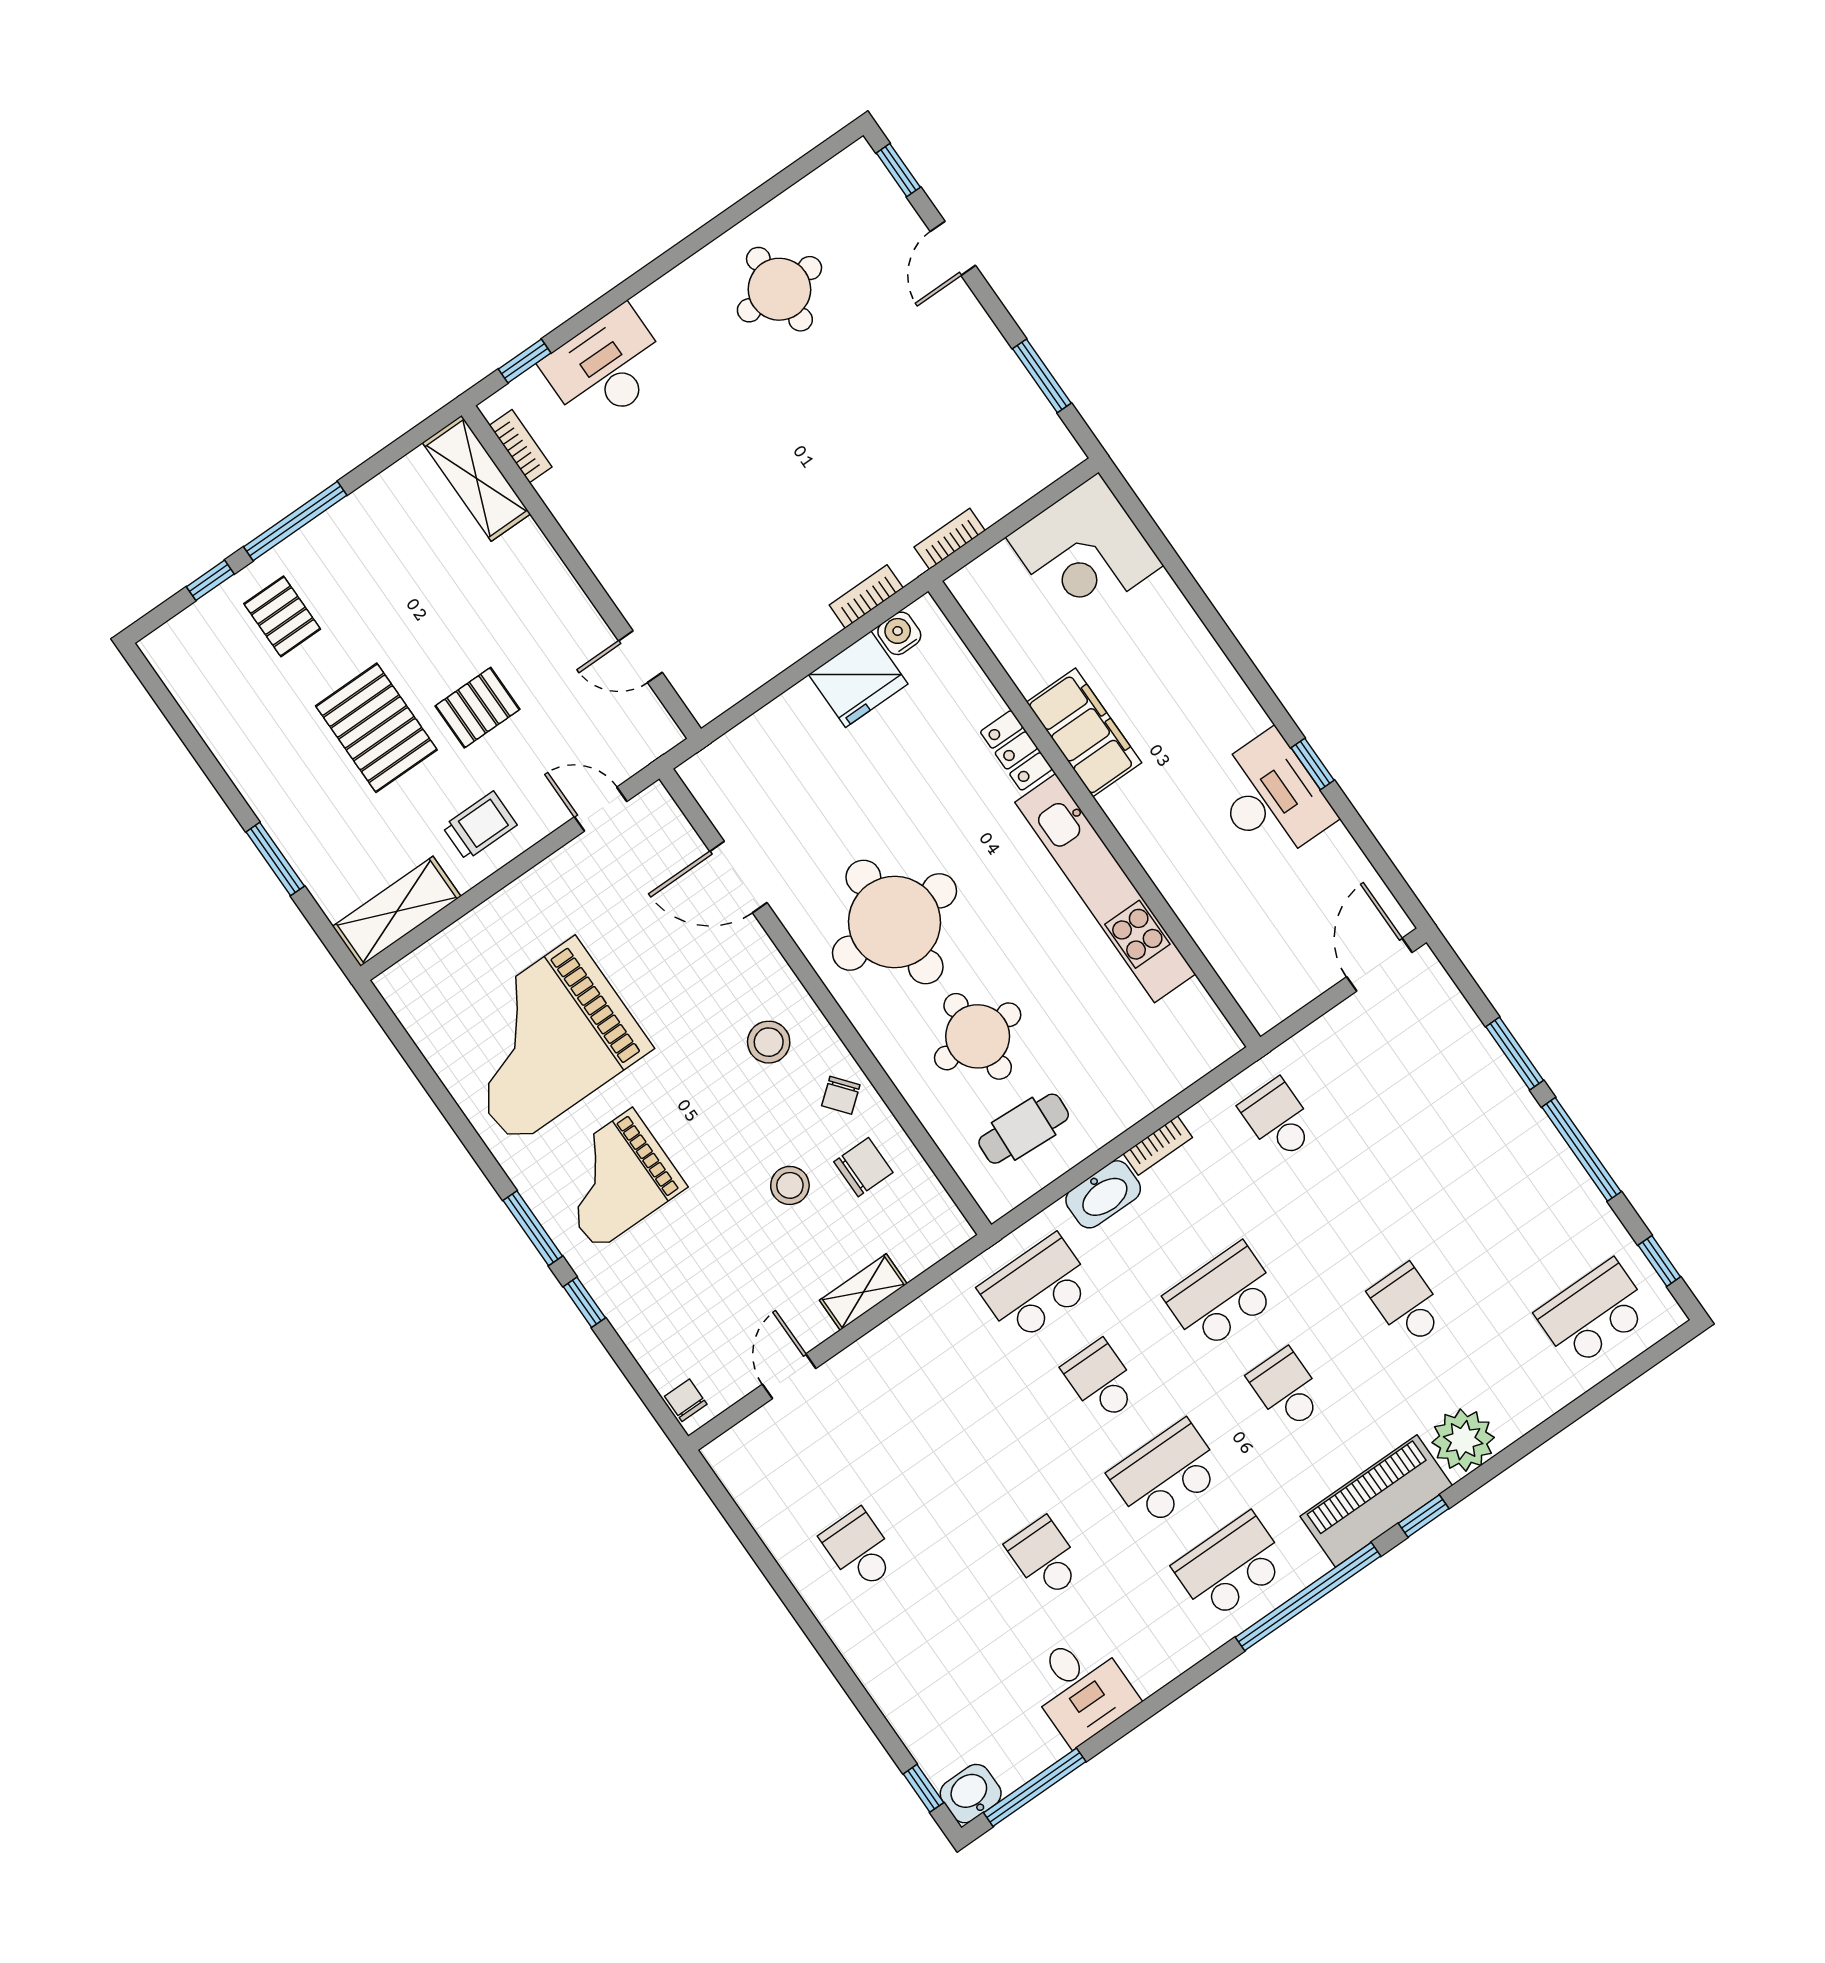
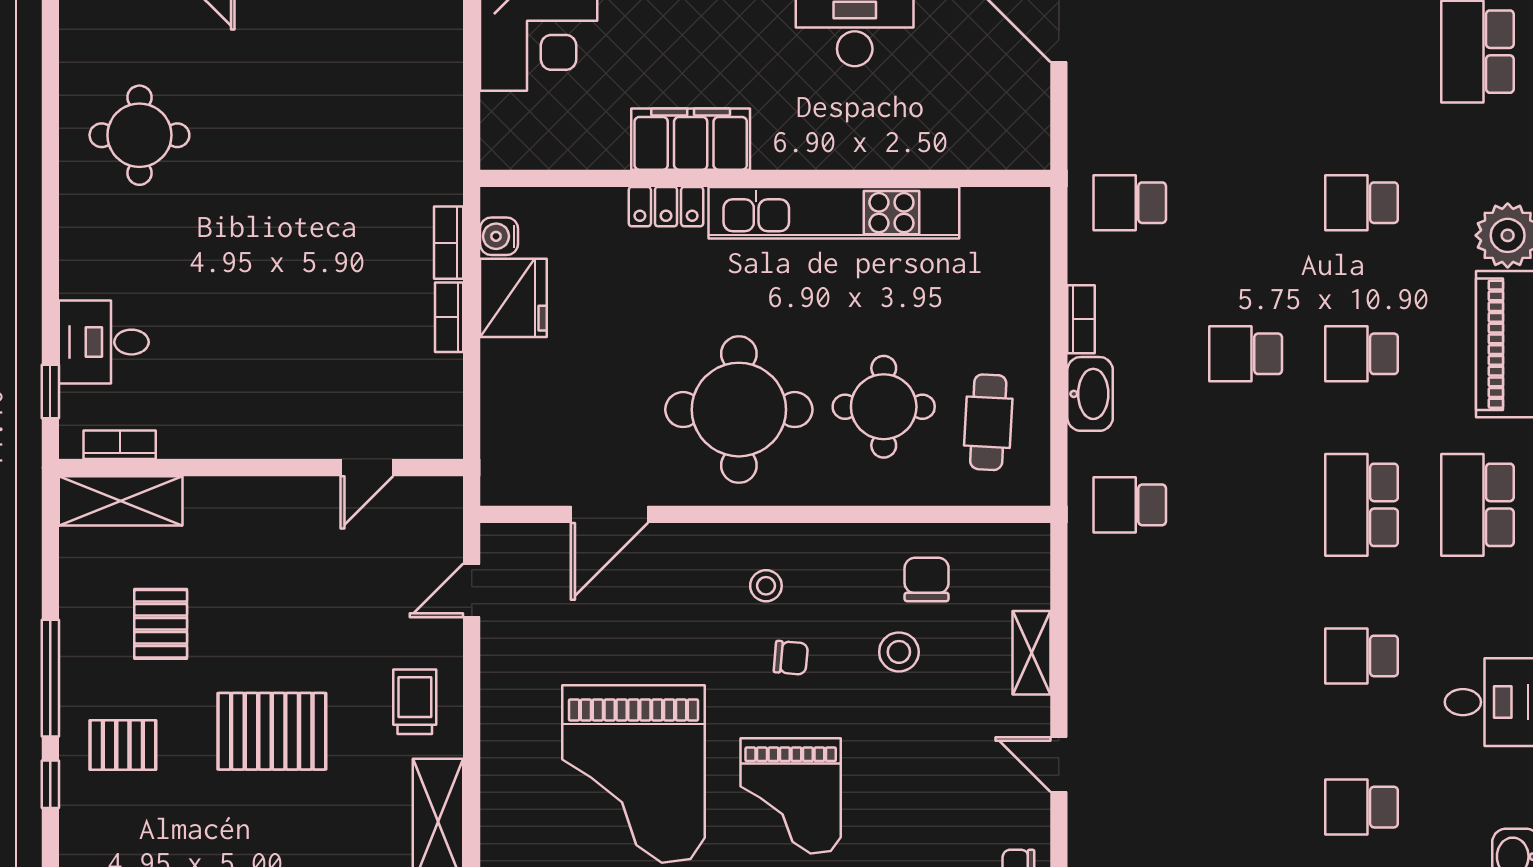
desk: (606, 367) -> (104, 342), width x0.73
bookcase: (950, 539) -> (449, 317), moved
pallet: (477, 708) -> (161, 624), moved
stool: (769, 1042) -> (766, 586), width x0.73, depth x0.73
chair: (841, 1095) -> (791, 658), moved, turned -46
school desk: (1036, 1288) -> (1130, 505), width x0.54
school desk: (1222, 1296) -> (1246, 354), width x0.54
school desk: (1101, 1381) -> (1246, 505), removed
school desk: (859, 1550) -> (1362, 807), moved

